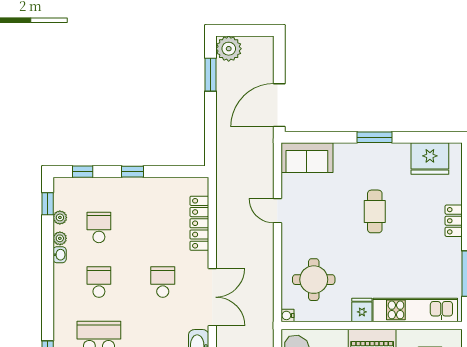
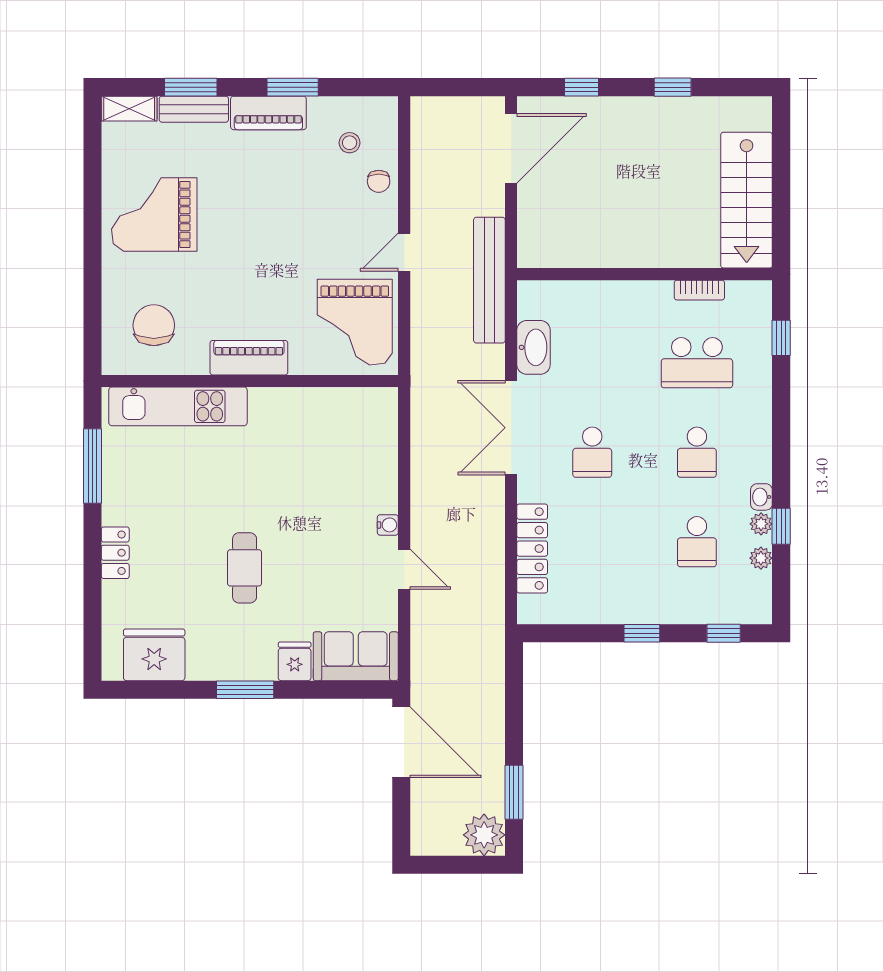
door: (279, 105) -> (401, 742), hinge flipped
window: (48, 204) -> (781, 526), moved
round table: (314, 280) -> (345, 456), removed
fridge: (362, 310) -> (295, 661), moved, turned 180
water cooler: (287, 315) -> (388, 525), moved

